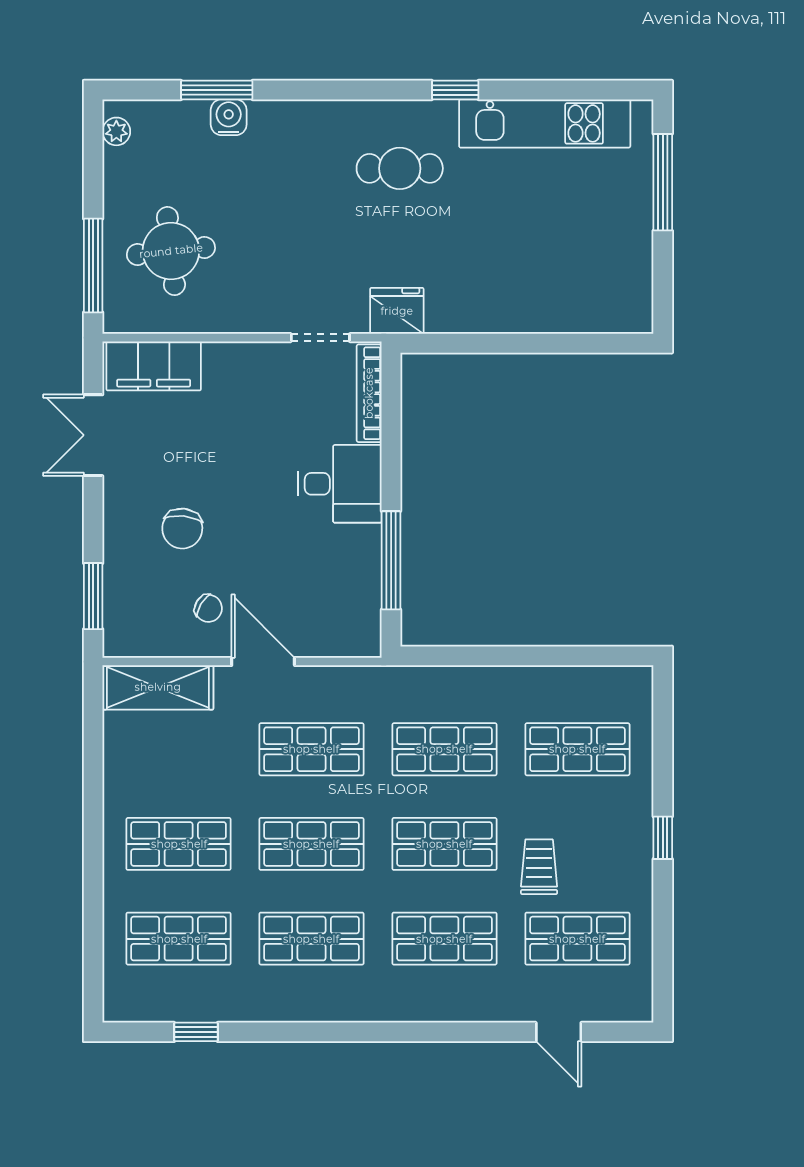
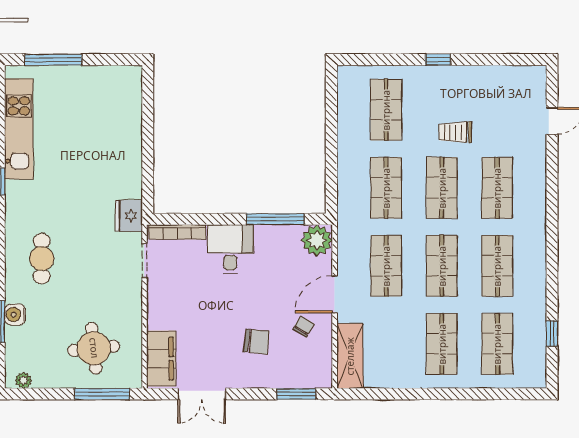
cafe table: (400, 168) -> (42, 259), moved
plant: (355, 631) -> (317, 240), added
shop shelf: (577, 939) -> (497, 110), removed

